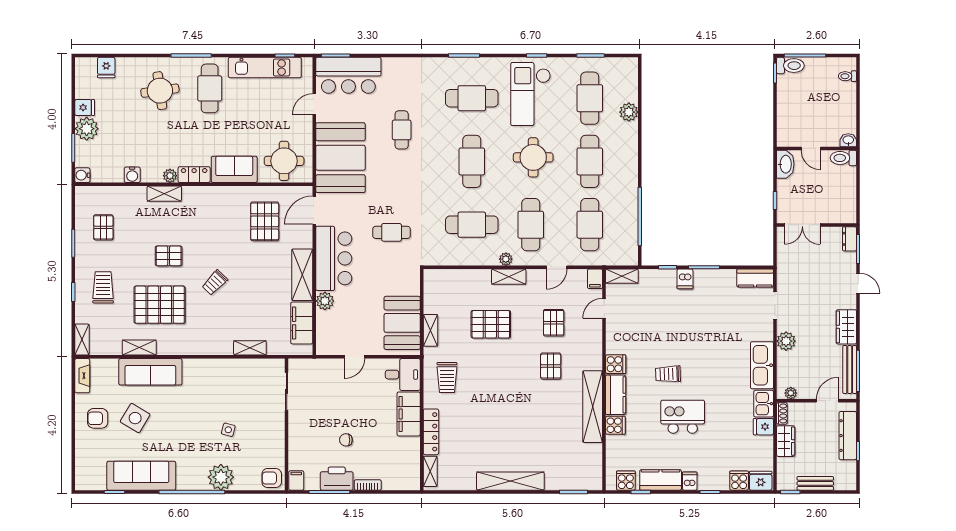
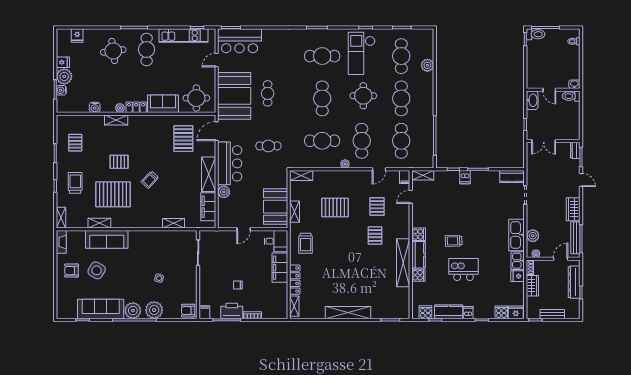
cafe table: (402, 130) -> (268, 93), moved
water cooler: (82, 175) -> (61, 90), moved
shelving: (509, 277) -> (301, 176), moved
plant: (786, 341) -> (533, 236), moved
plant: (189, 478) -> (133, 311), added

